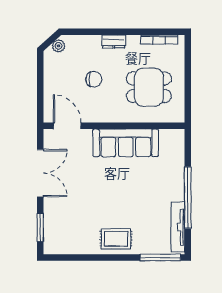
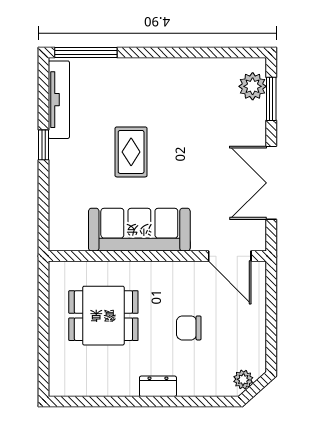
bookcase: (159, 40) -> (88, 389), removed
window: (188, 198) -> (43, 145), width x0.32
plant: (52, 236) -> (253, 86), added
rug: (116, 239) -> (131, 152), moved, turned 90

